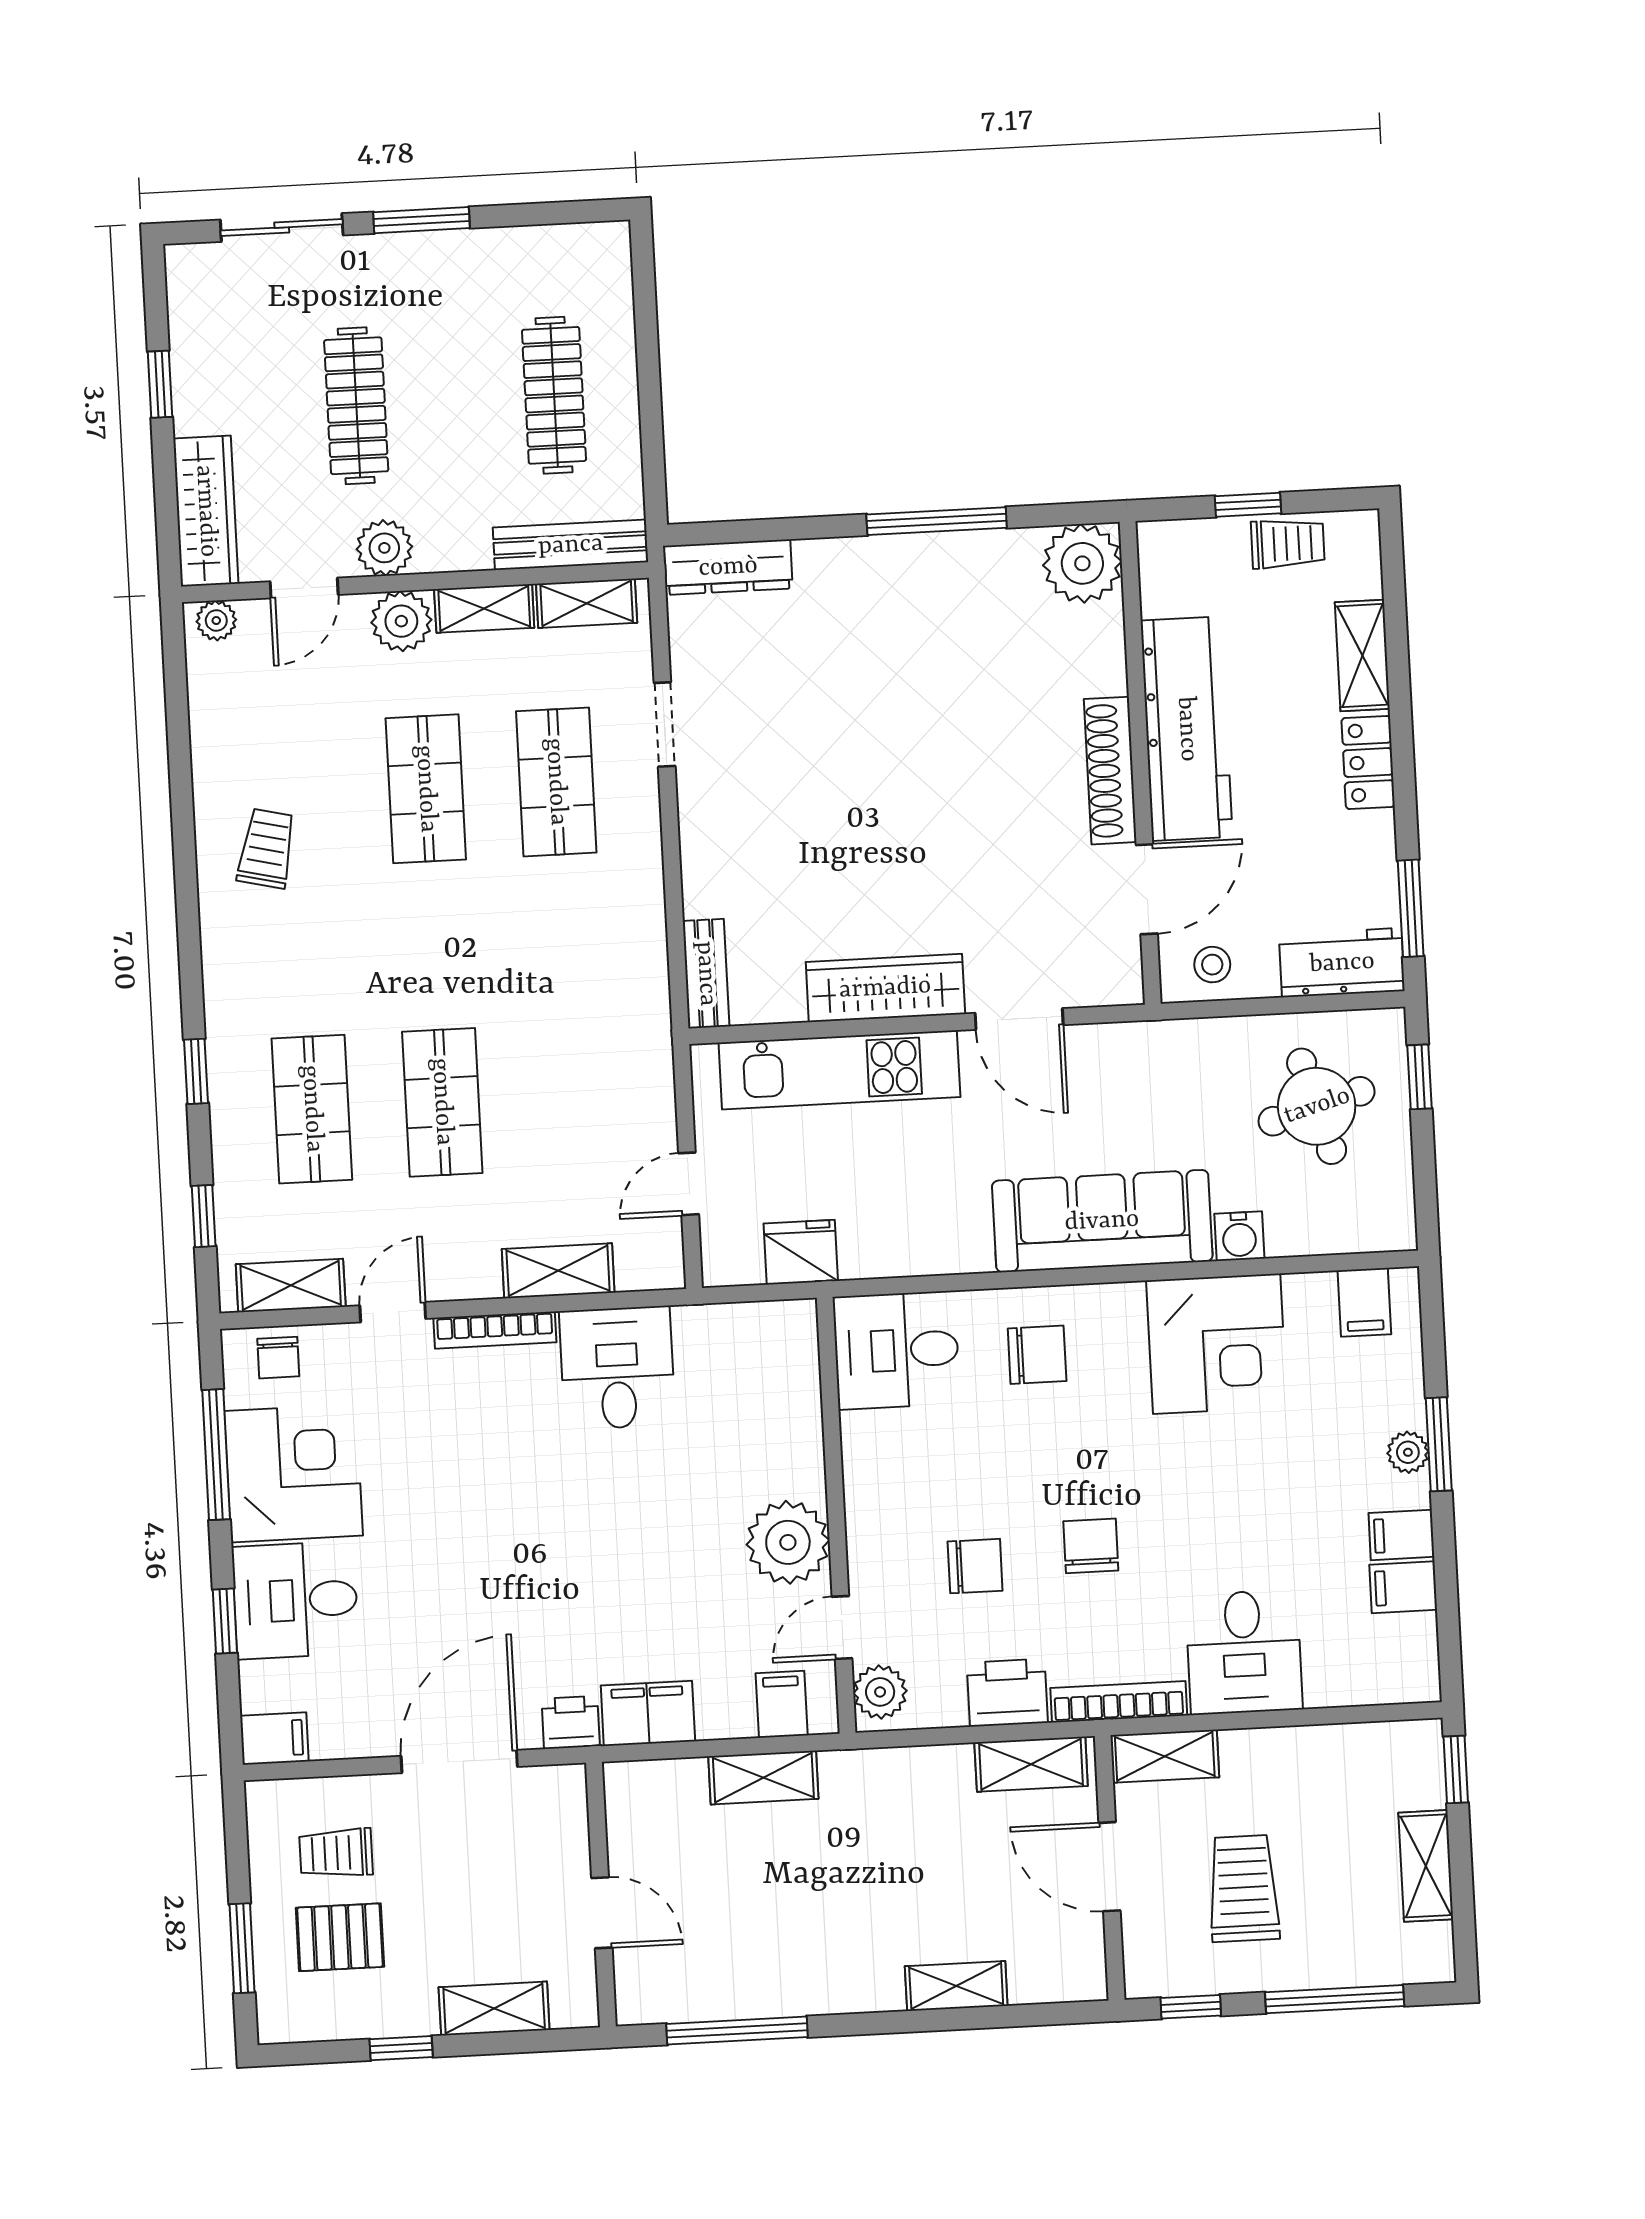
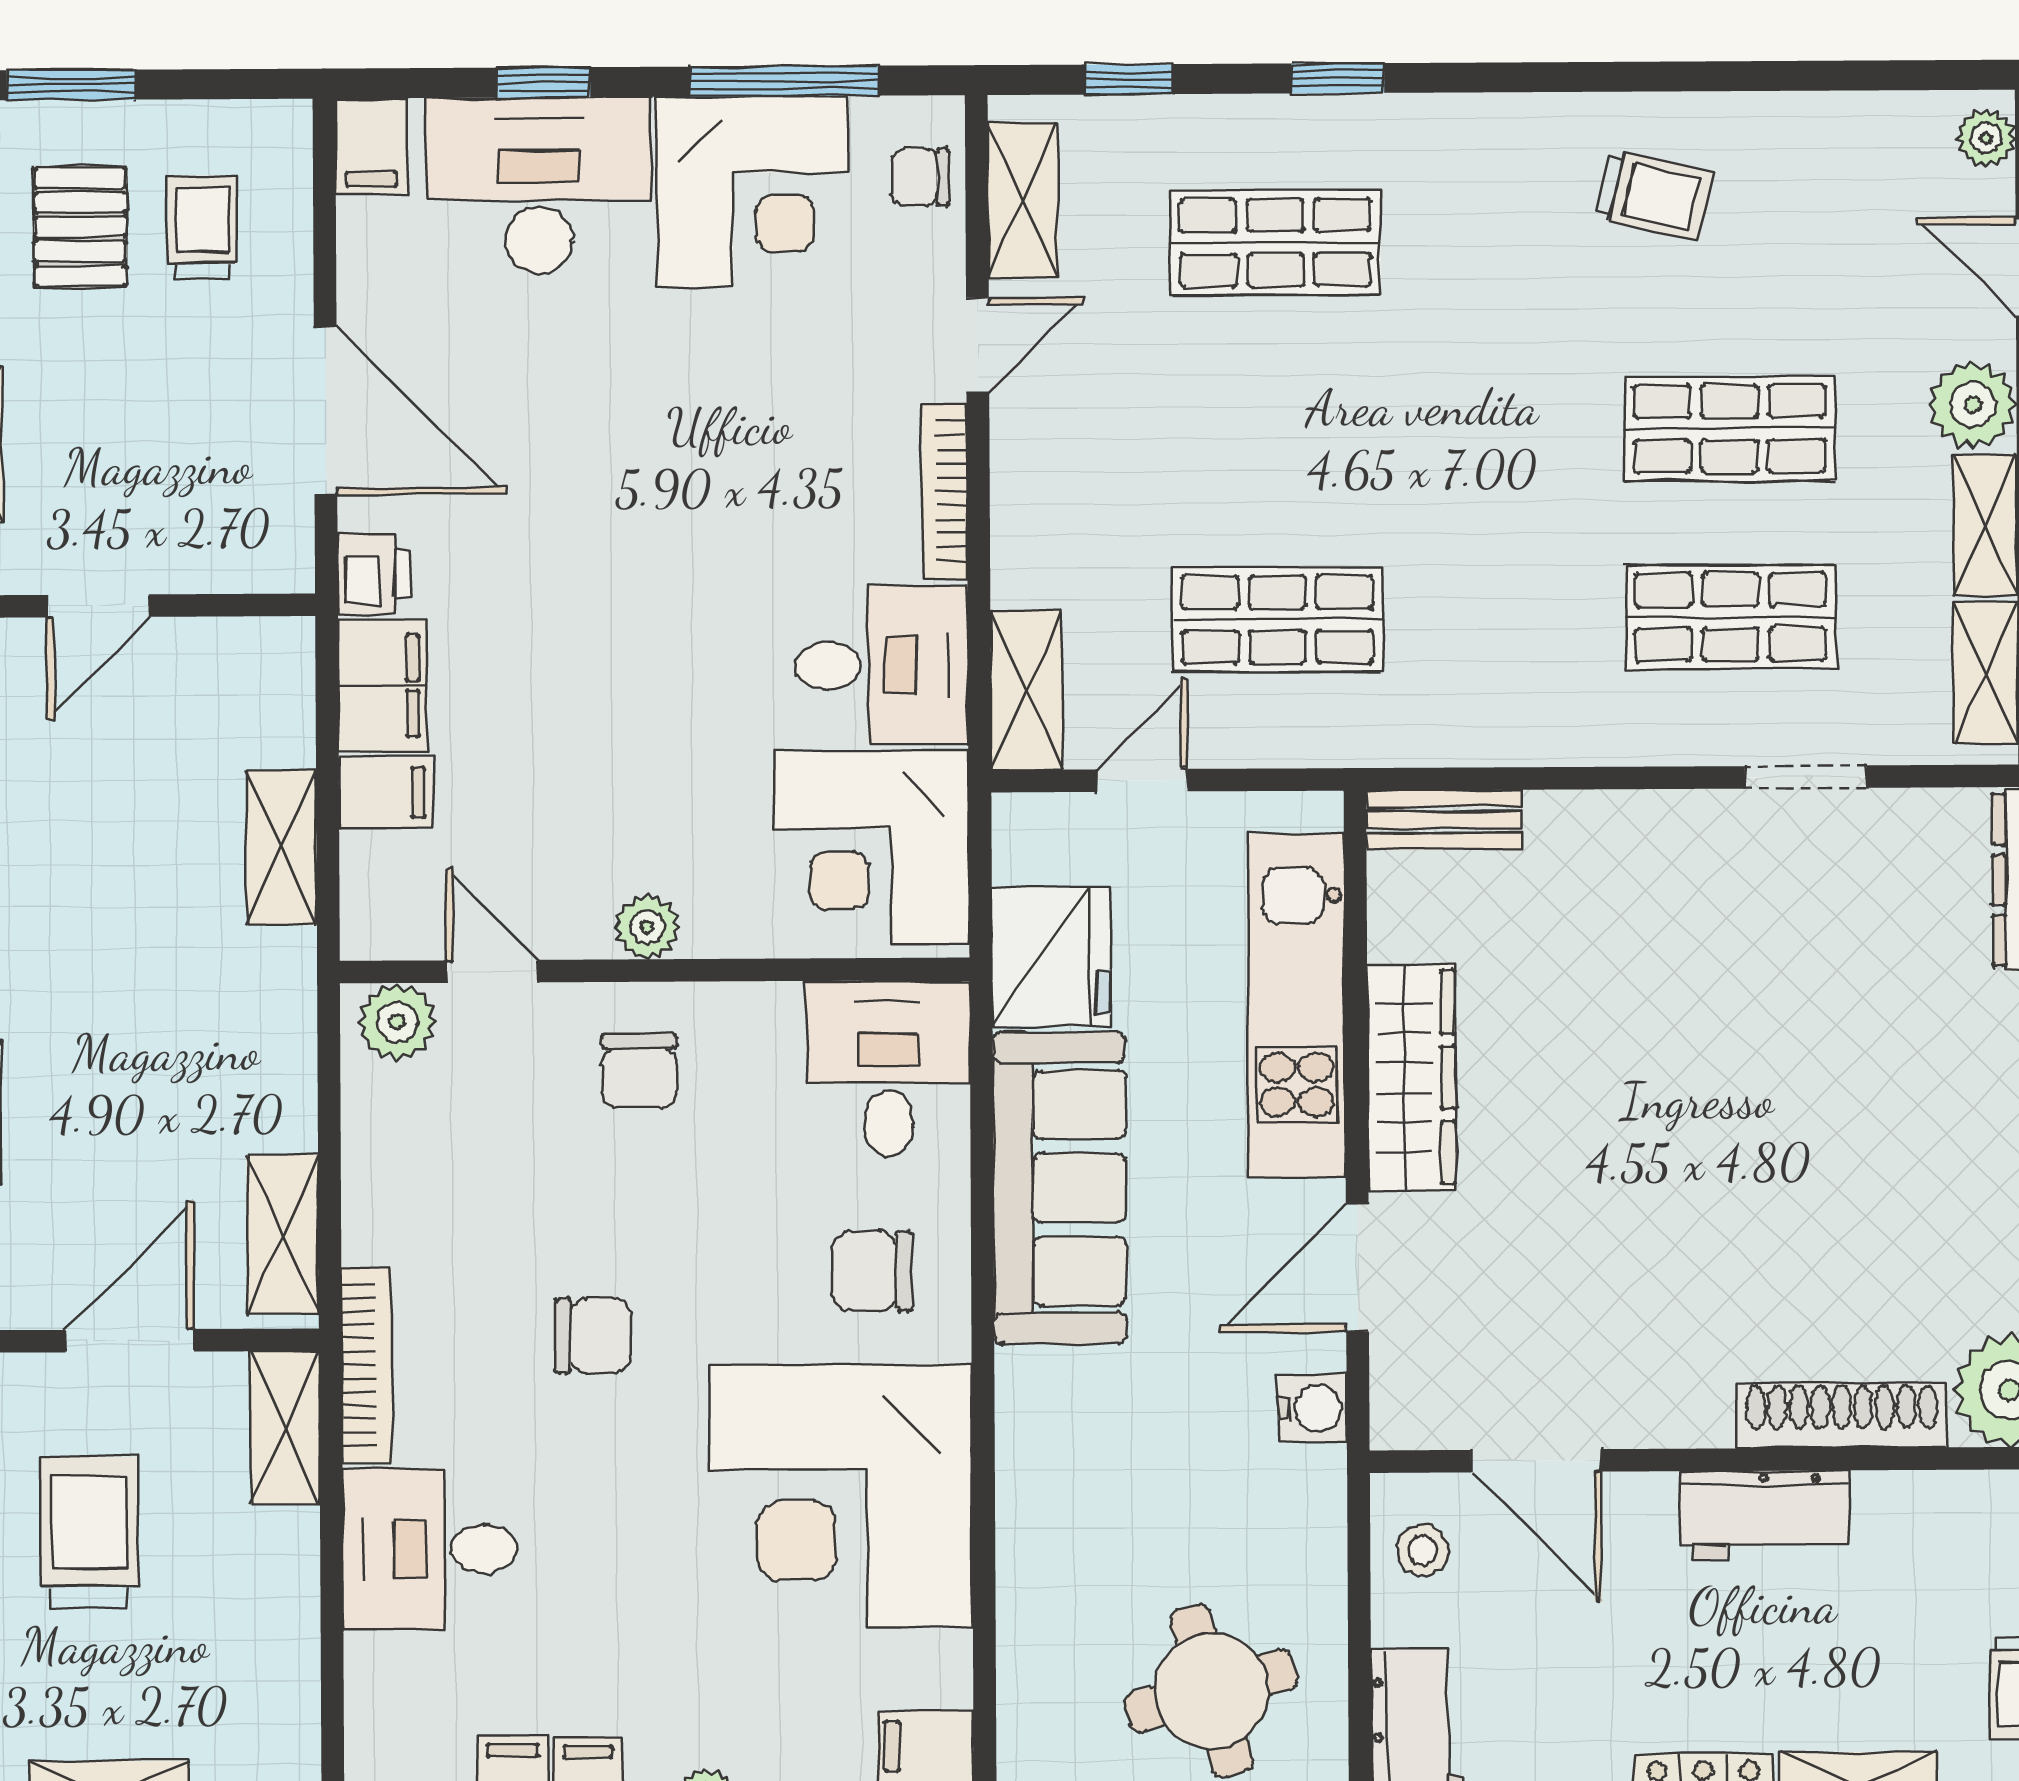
workbench: (1187, 729) -> (1764, 1515), width x0.53, depth x0.76
shoe rack: (1110, 771) -> (1842, 1415), moved
shop shelf: (442, 1102) -> (1277, 619), moved
door: (689, 1184) -> (1142, 780), hinge flipped
sofa: (1102, 1221) -> (1060, 1188), moved
water cooler: (1239, 1236) -> (1313, 1408), moved, turned 180
fridge: (801, 1252) -> (1051, 956), width x1.36, depth x1.34
shelving: (558, 1271) -> (1026, 690), moved
door: (393, 1312) -> (978, 345), hinge flipped
corner desk: (1217, 1344) -> (841, 1496), width x1.36, depth x1.36
chair: (1037, 1355) -> (872, 1271), turned 90
corner desk: (744, 1369) -> (872, 848), added
plant: (788, 1542) -> (647, 927), width x0.53, depth x0.53
chair: (975, 1566) -> (639, 1071), moved
desk: (295, 1600) -> (539, 186), width x1.37
printer: (1007, 1693) -> (387, 1205), removed
filing cabinet: (782, 1704) -> (386, 793), moved
trolley: (1244, 1888) -> (89, 1532), turned -90

